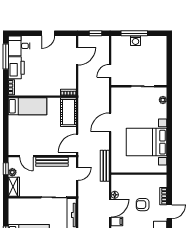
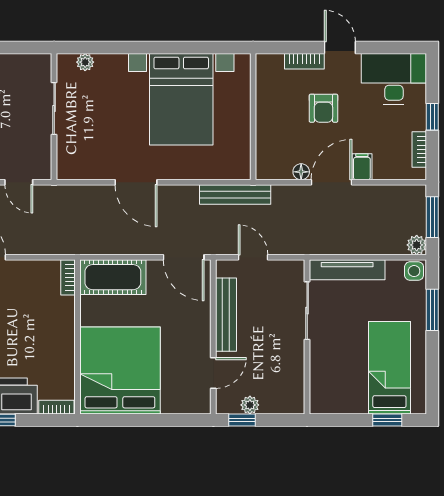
bed: (27, 106) -> (120, 370), width x2.04
wardrobe: (14, 187) -> (283, 401), removed
door: (110, 208) -> (331, 182), hinge flipped

